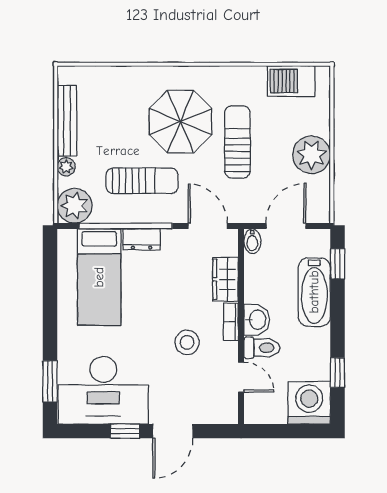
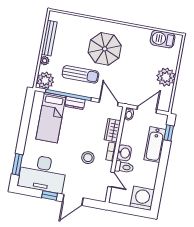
sun lounger: (237, 142) -> (131, 64), removed
window: (338, 373) -> (159, 186), removed

